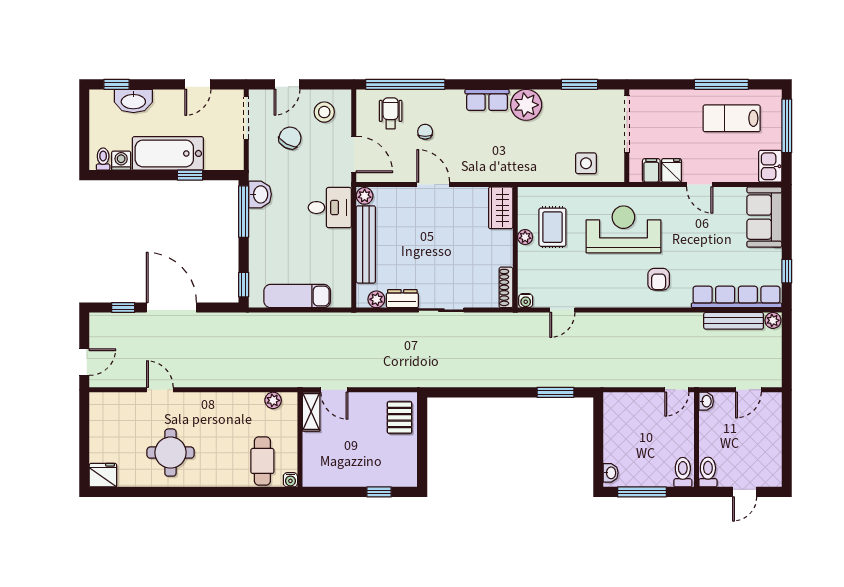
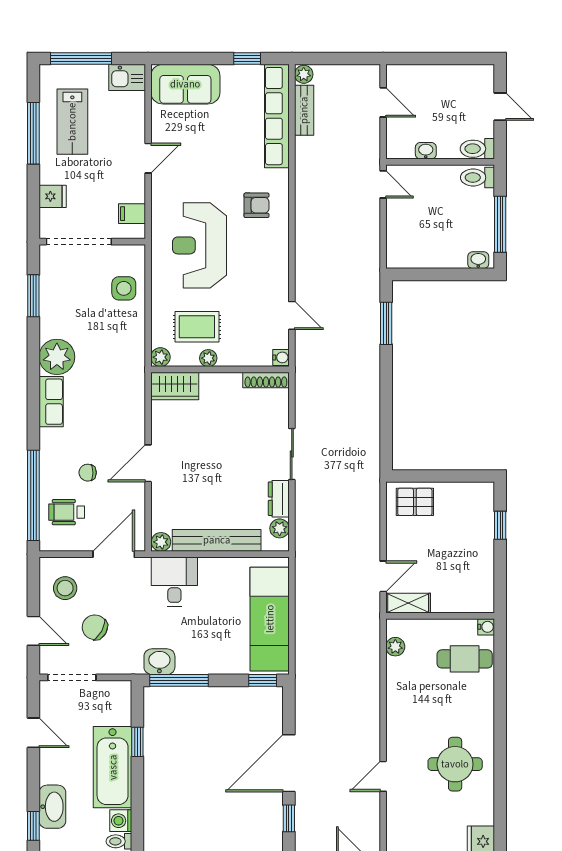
fridge: (672, 170) -> (53, 196), moved, turned 180
plant: (526, 195) -> (160, 357), added
exam couch: (297, 296) -> (270, 619), width x1.36, depth x1.45
bench: (734, 321) -> (304, 110), width x0.73
washbasin: (706, 401) -> (426, 151), moved

